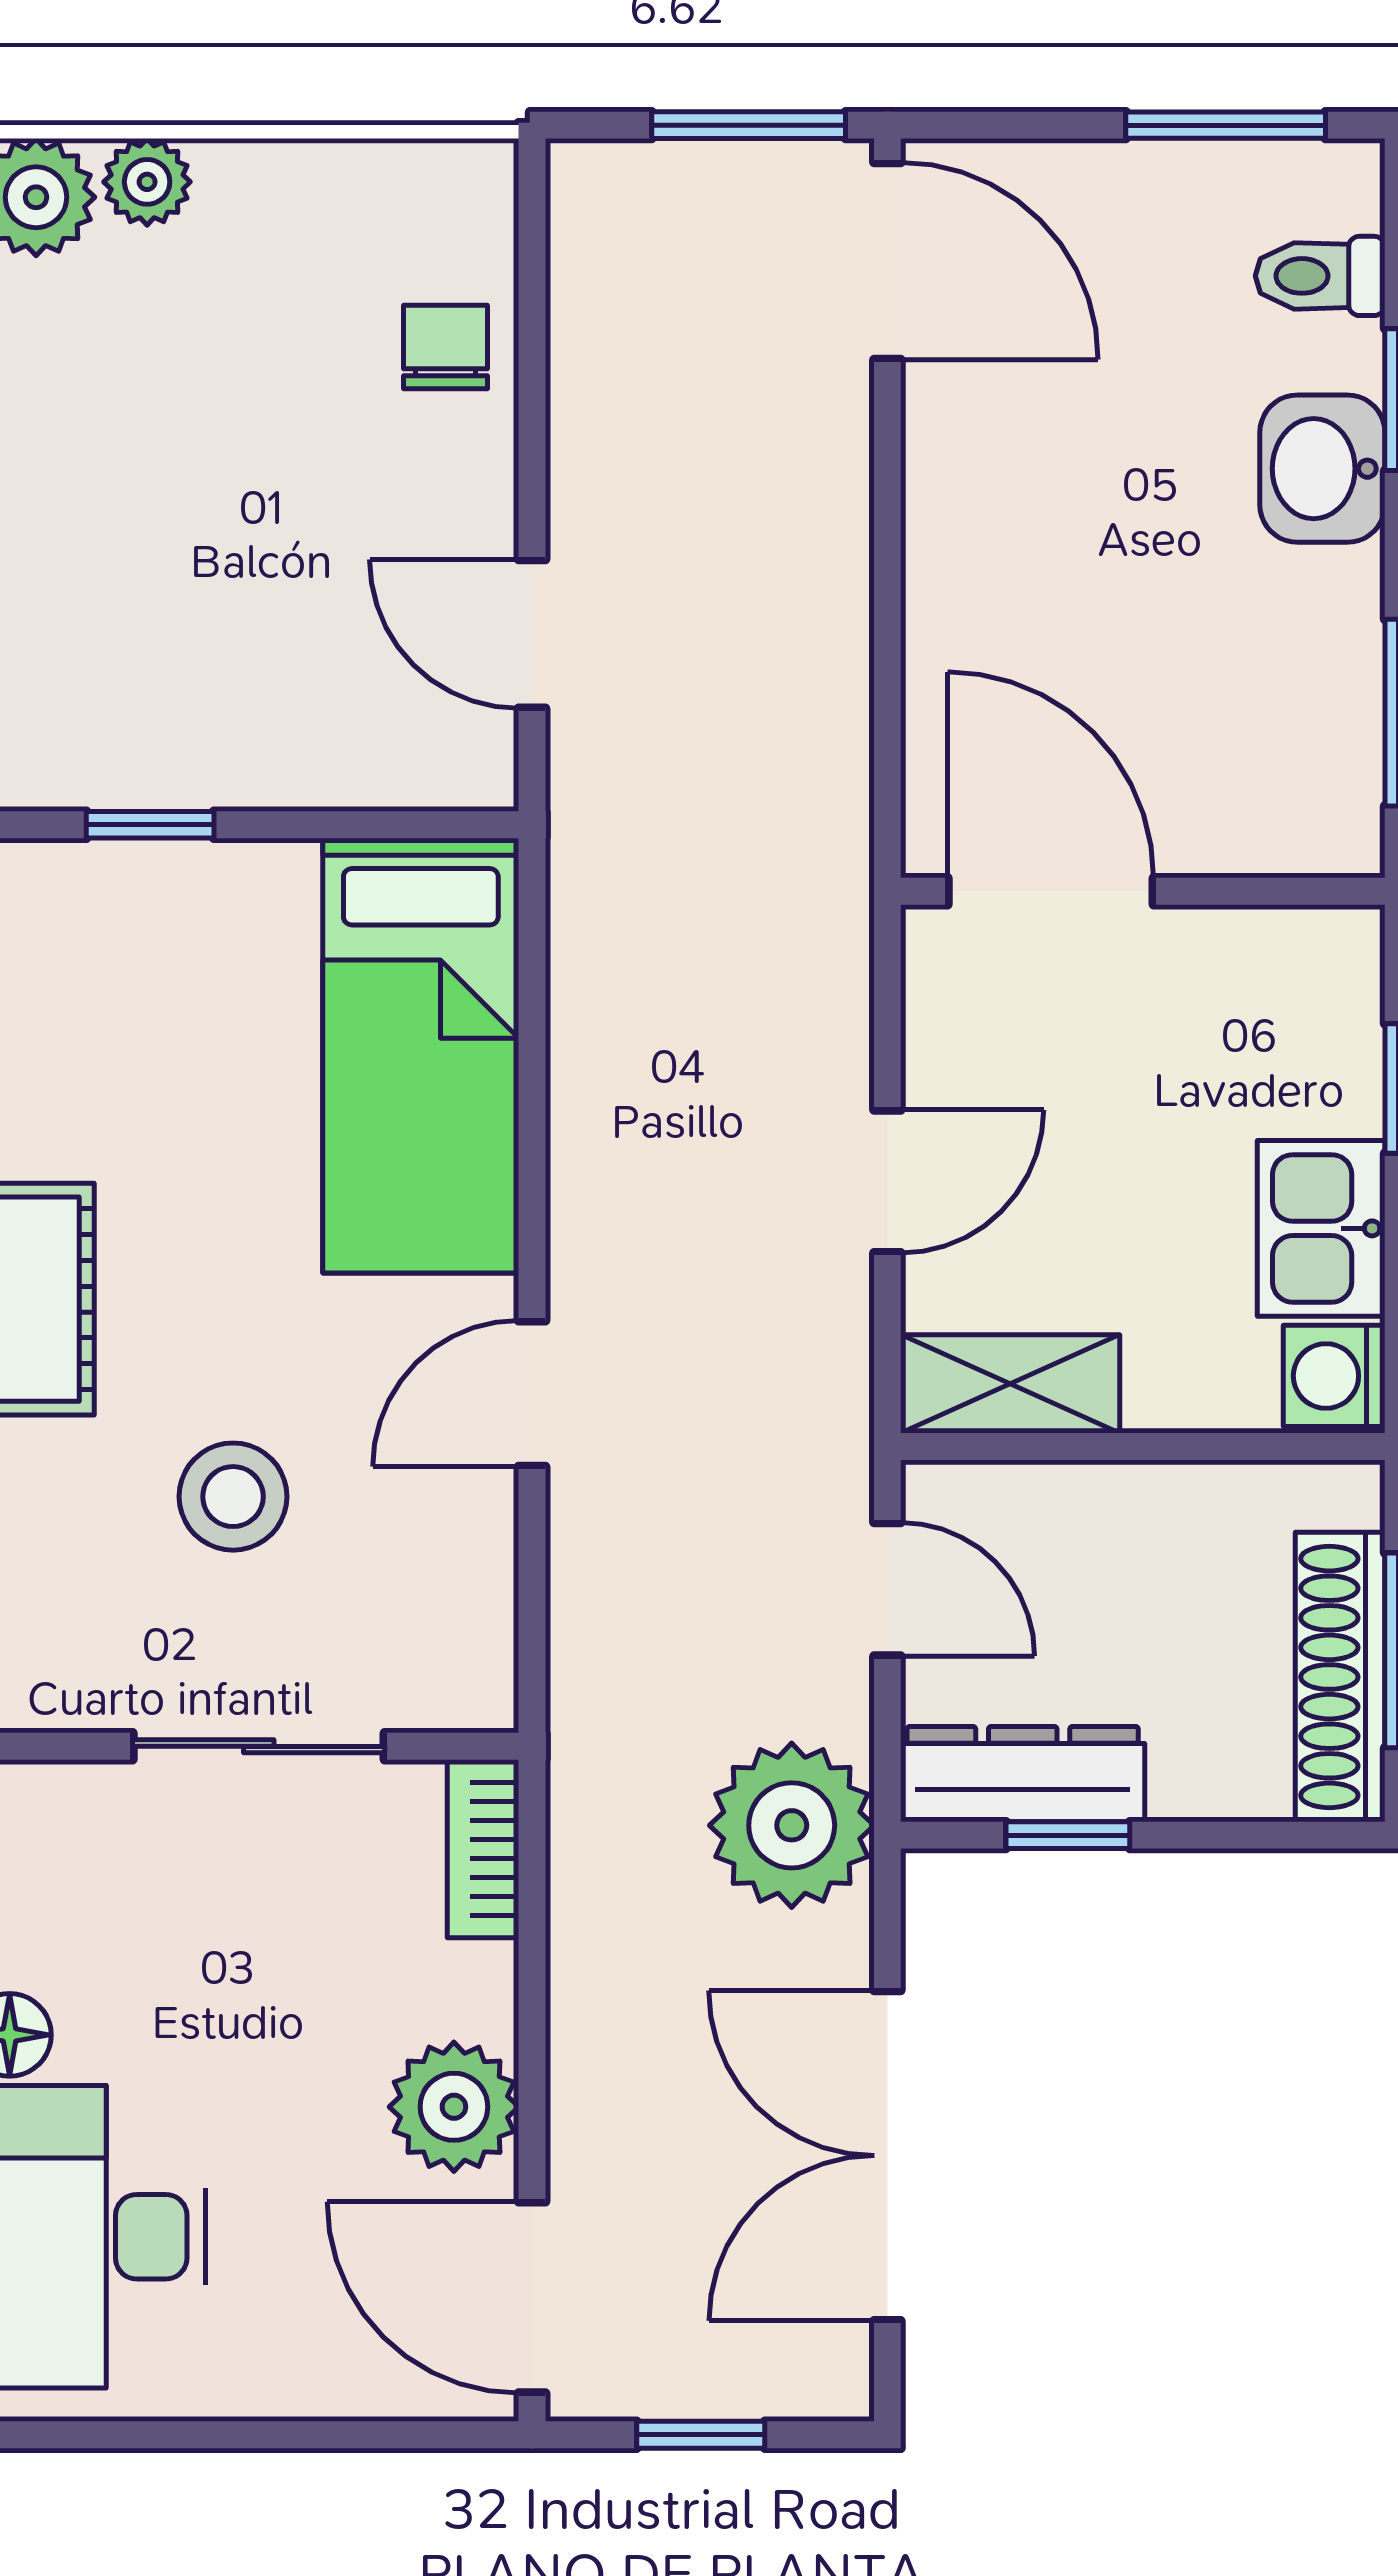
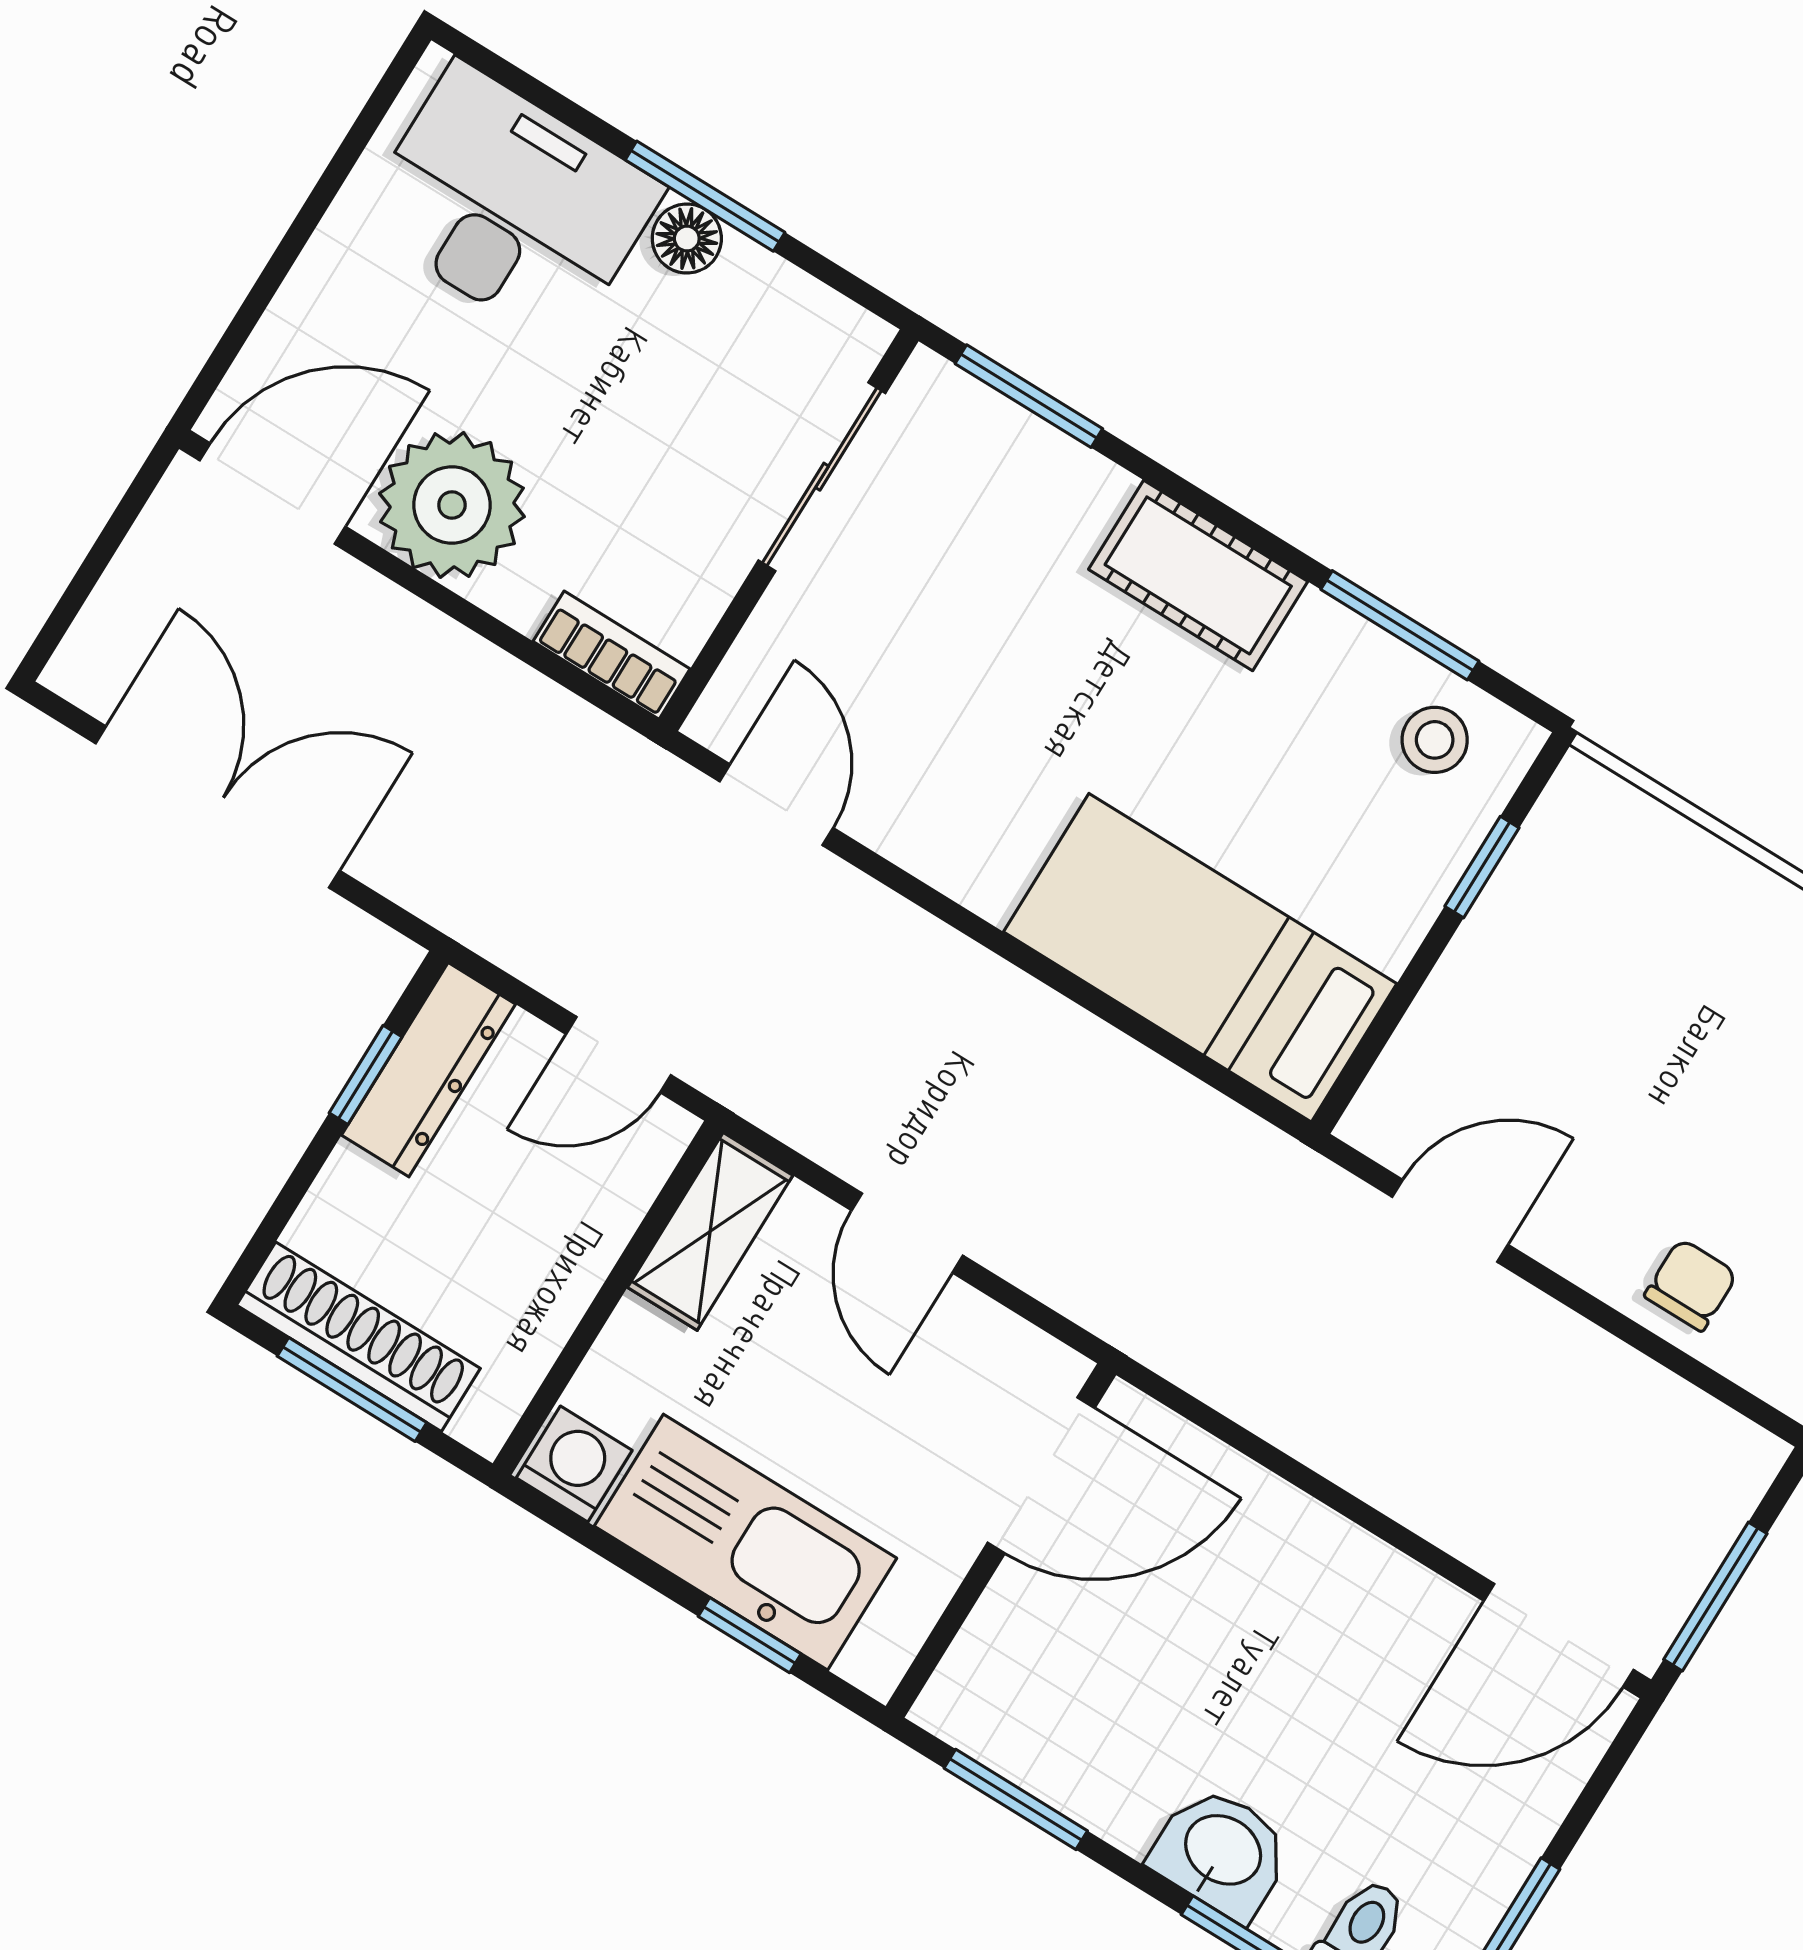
chair: (446, 347) -> (1691, 1285), turned -90
kitchen sink: (1321, 1228) -> (746, 1542), width x1.87, depth x1.24
door: (532, 1394) -> (776, 805), moved
stool: (233, 1497) -> (1435, 740), moved, width x0.73, depth x0.73
sliding door: (259, 1746) -> (822, 477), moved
plant: (792, 1825) -> (493, 884), removed
plant: (454, 2107) -> (452, 505), width x1.36, depth x1.36
window: (701, 2435) -> (102, 553), removed

